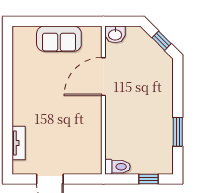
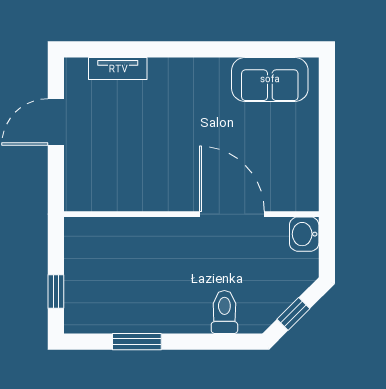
sofa: (59, 39) -> (270, 79), moved, turned -90
toilet: (118, 167) -> (224, 312), moved, turned 180

